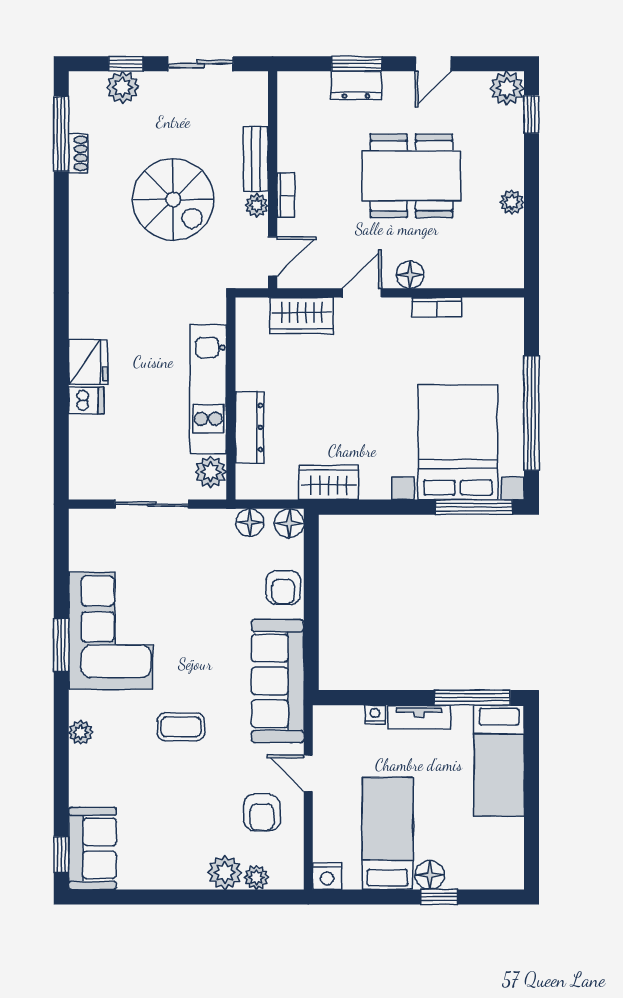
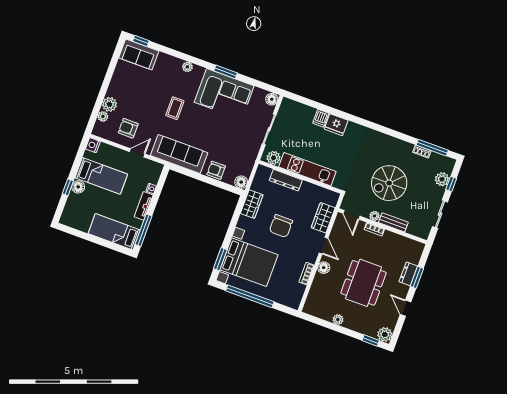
chair: (353, 401) -> (281, 226), added
window: (474, 507) -> (220, 259), width x0.69
floor lamp: (250, 522) -> (272, 99), moved

